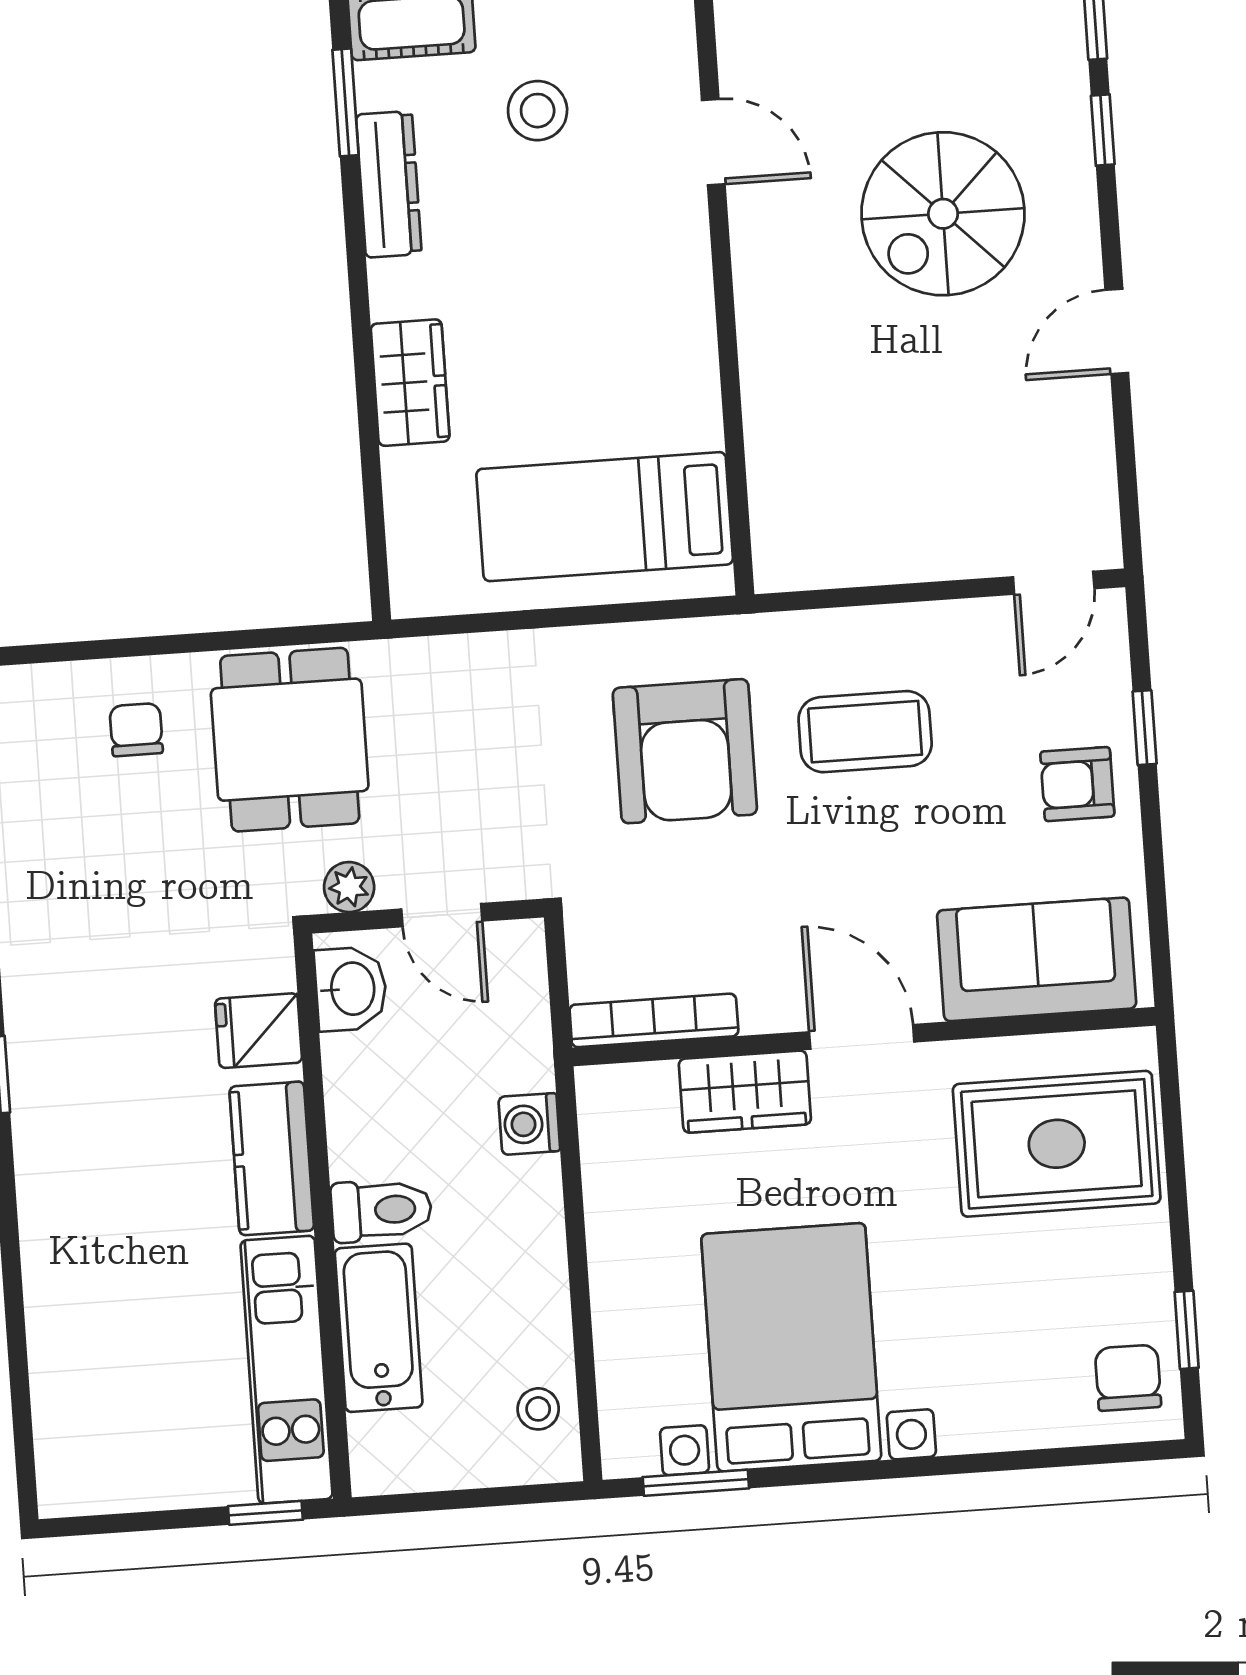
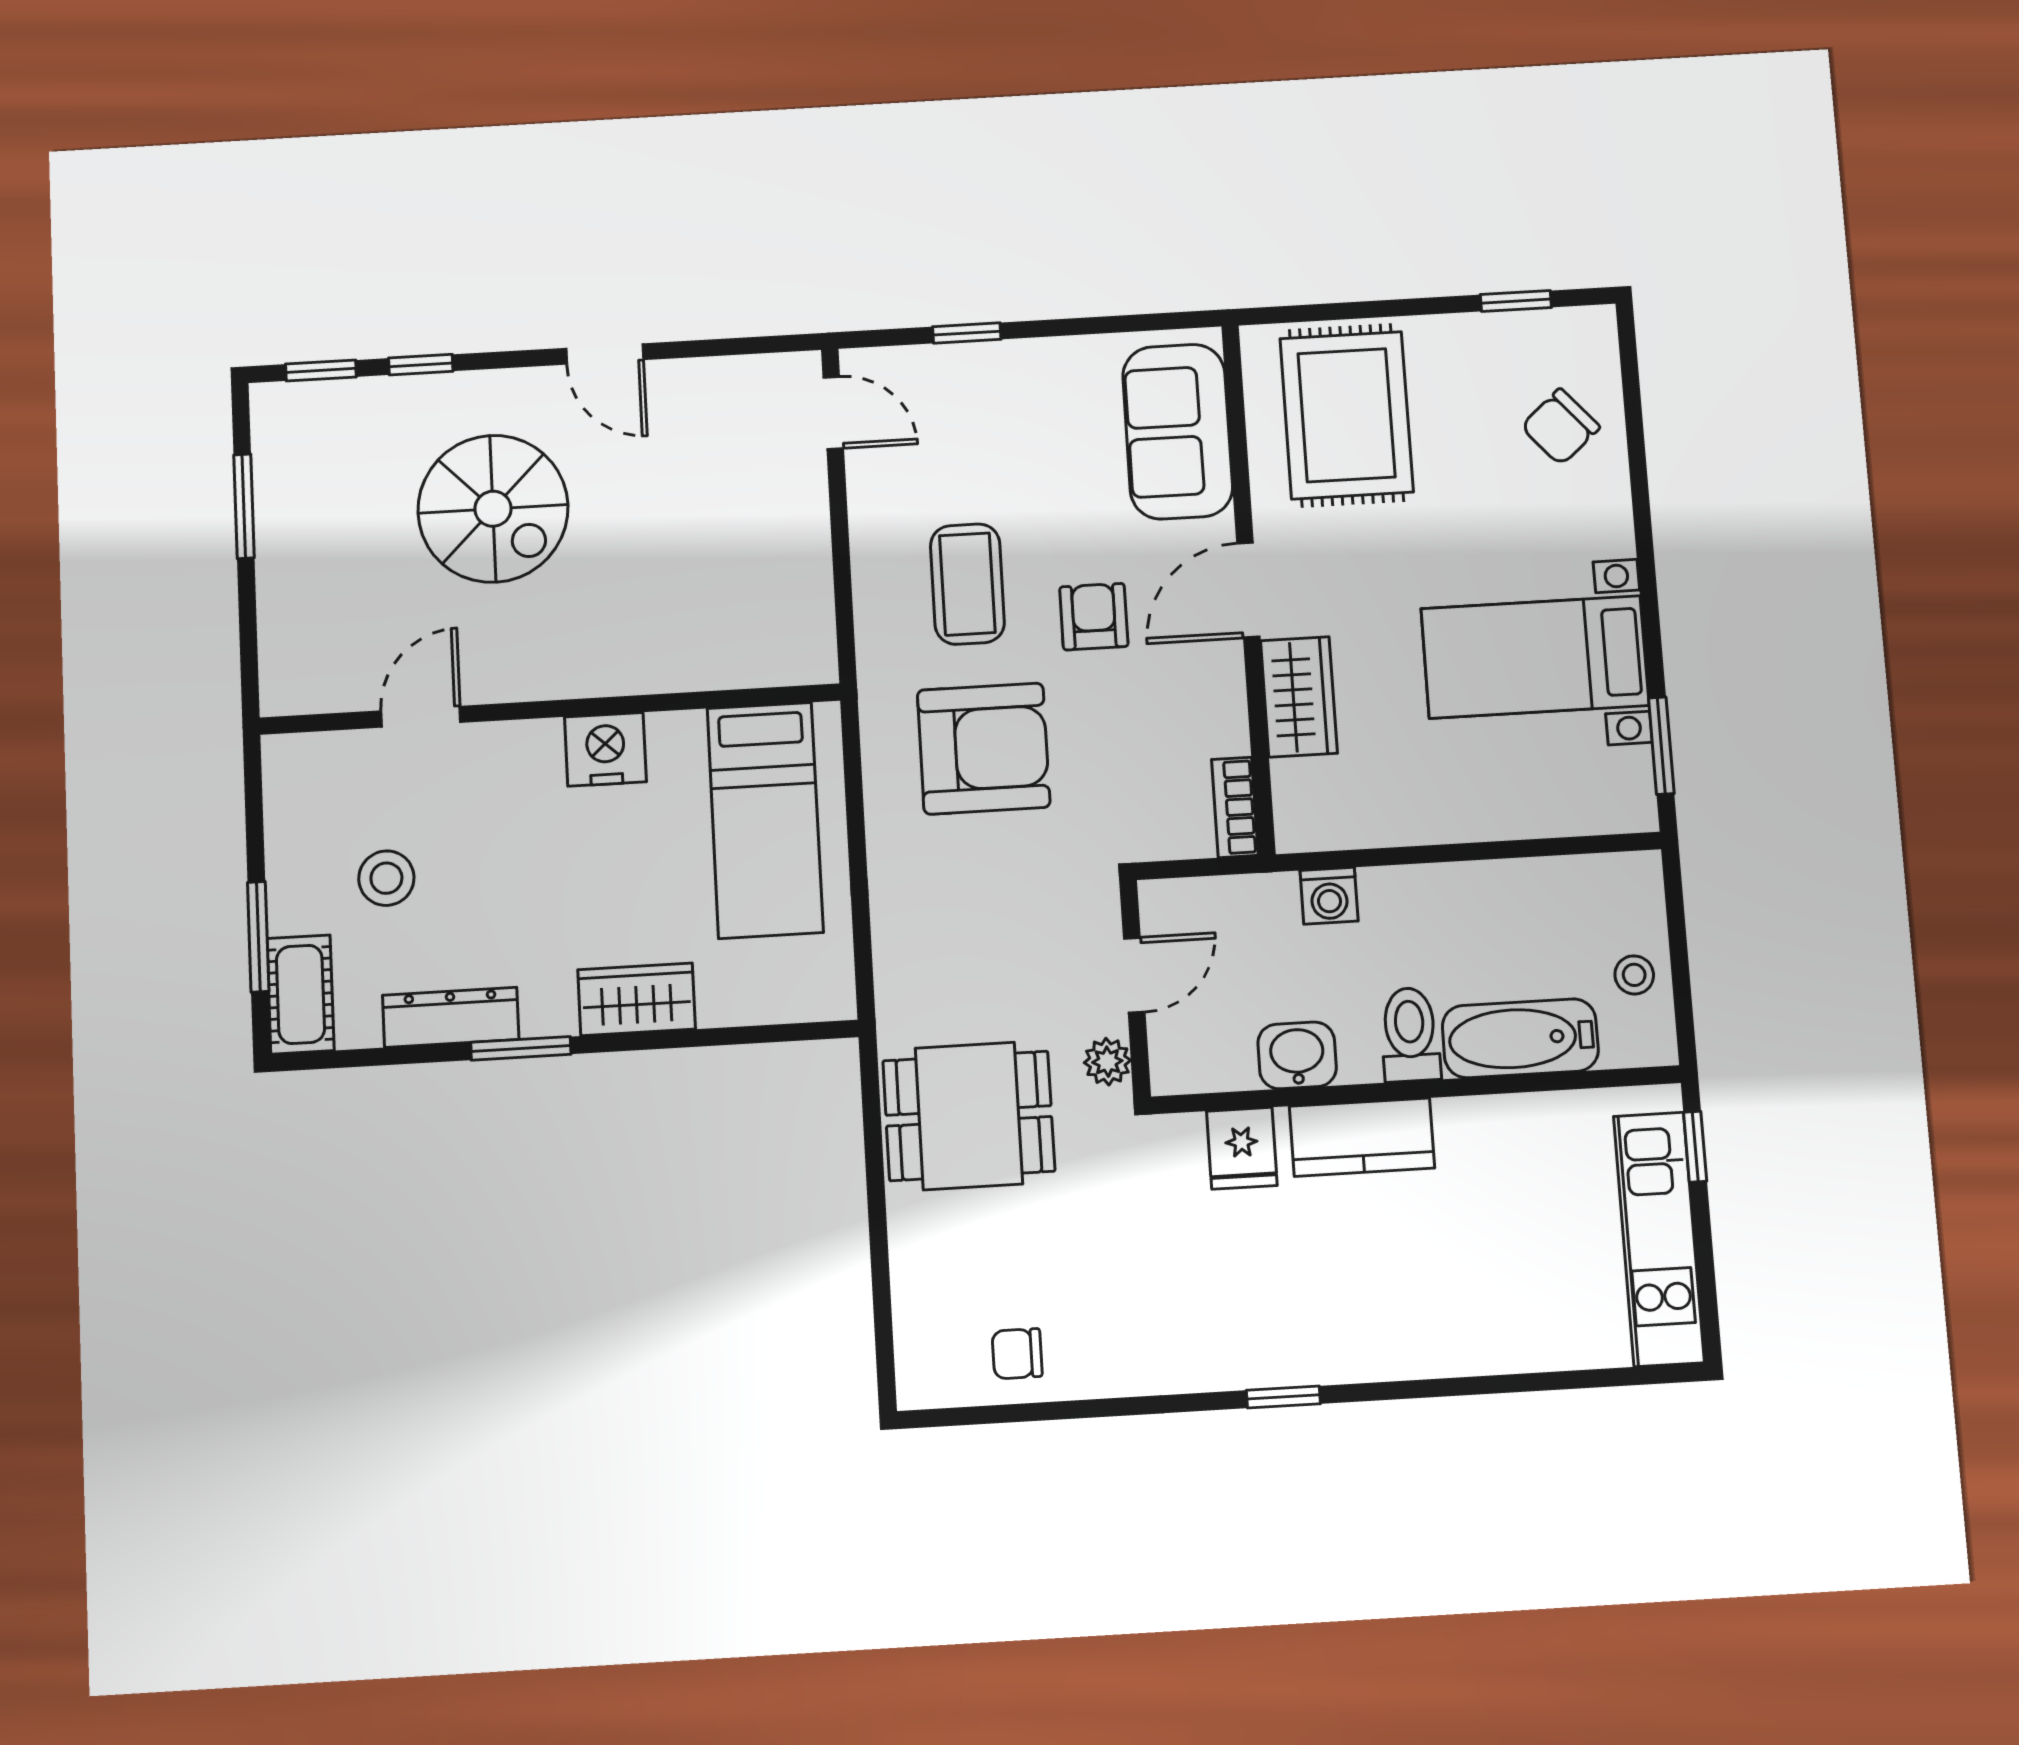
window: (345, 102) -> (521, 1048), moved
nightstand: (680, 343) -> (605, 749), added
chair: (136, 730) -> (1017, 1354), moved
armchair: (1077, 784) -> (1094, 617), moved, turned 180
washbasin: (351, 989) -> (1297, 1055), moved
bookcase: (654, 1020) -> (1235, 807), width x0.64
bed with nightstands: (791, 1347) -> (1535, 657), width x0.73
kitchen unit: (287, 1370) -> (1659, 1239), moved, turned 90
chair: (1128, 1378) -> (1560, 427), moved, turned -41
stool: (538, 1409) -> (1634, 975), moved

